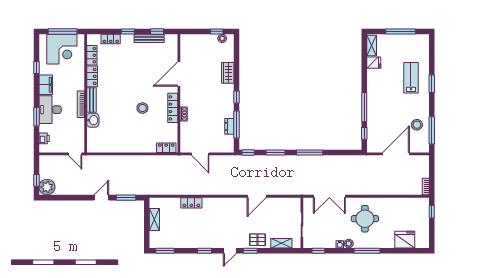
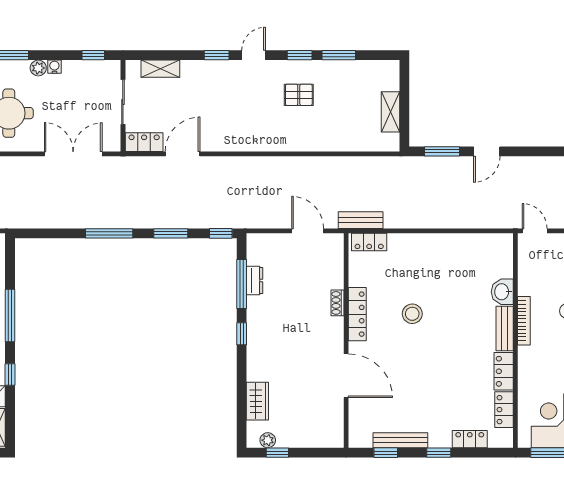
wardrobe: (228, 73) -> (257, 401), moved
door: (179, 74) -> (346, 376), hinge flipped
window: (364, 133) -> (10, 375), moved
bench: (171, 160) -> (361, 220), added
door: (257, 196) -> (183, 154), moved
locker: (191, 203) -> (144, 142), moved
pallet: (257, 240) -> (299, 95), moved
window: (165, 251) -> (339, 55), moved

